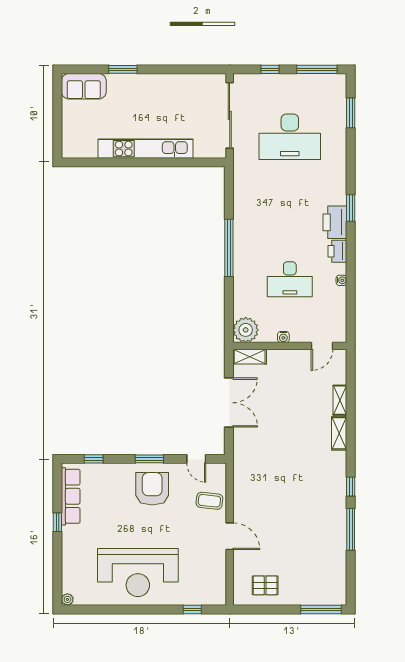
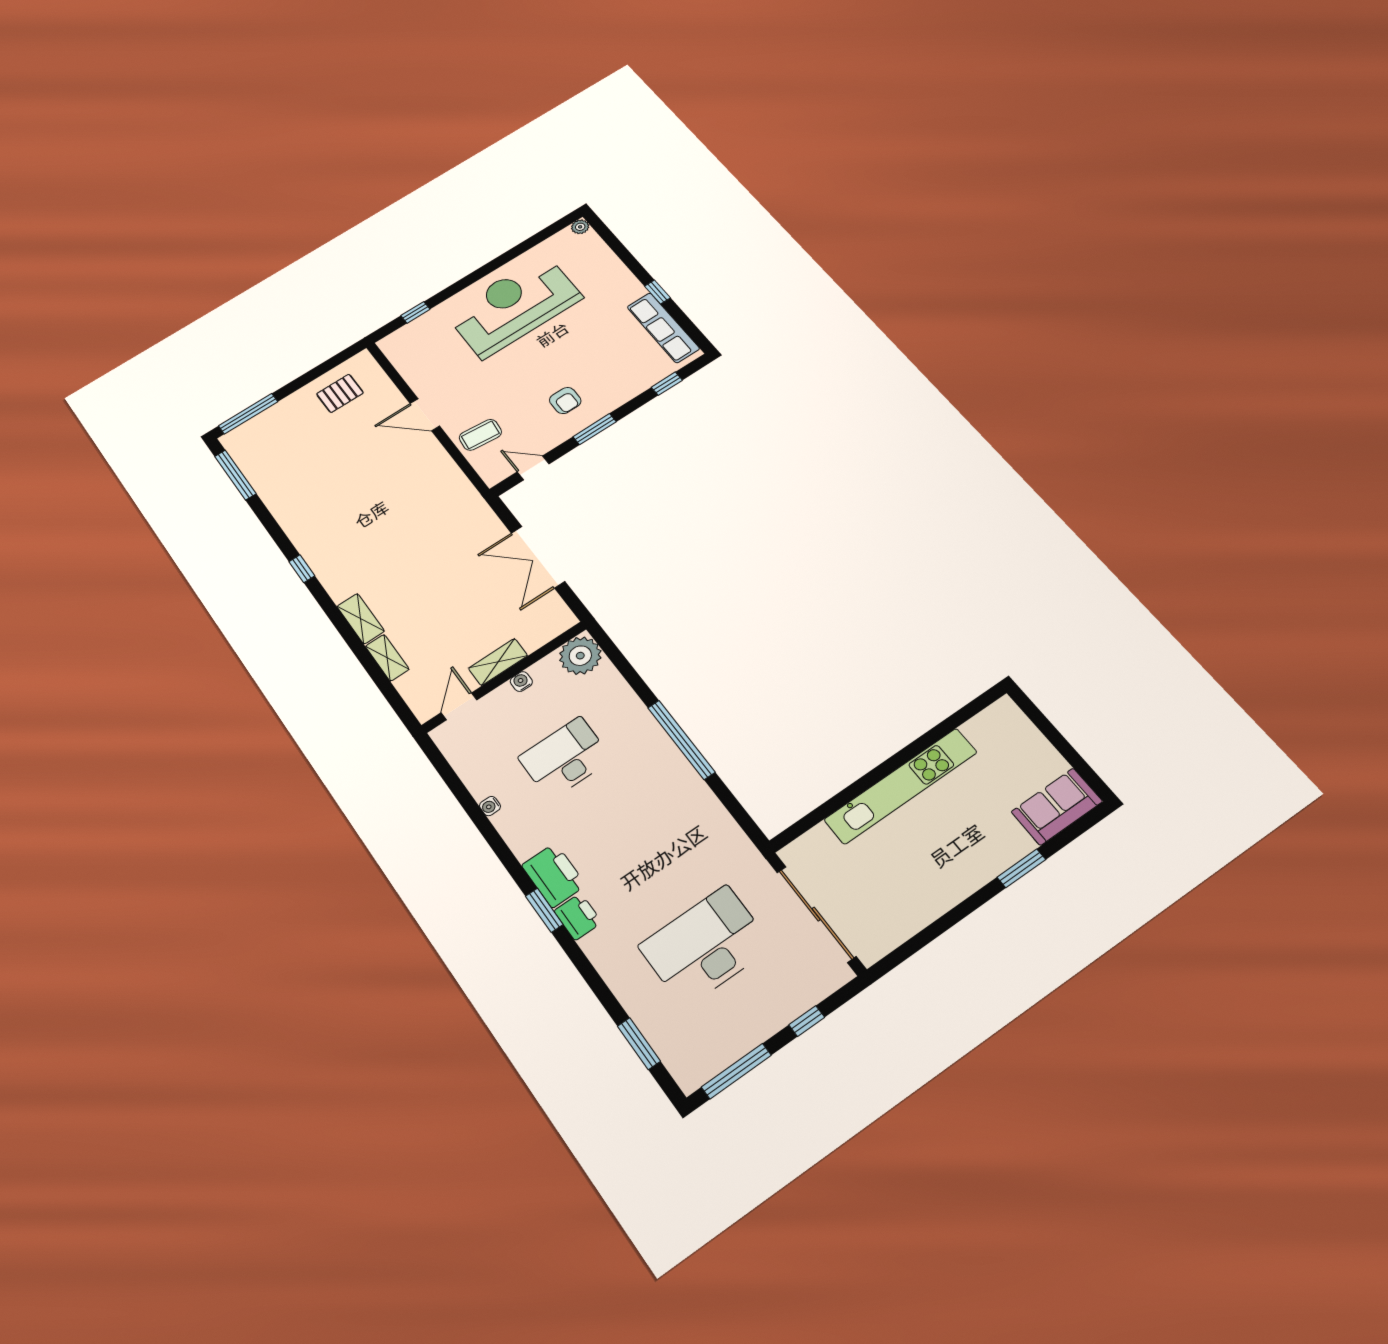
printer: (337, 251) -> (578, 917), moved
shelving: (250, 357) -> (498, 662), moved
armchair: (152, 489) -> (565, 401), width x0.53, depth x0.53
window: (351, 529) -> (235, 475), moved

